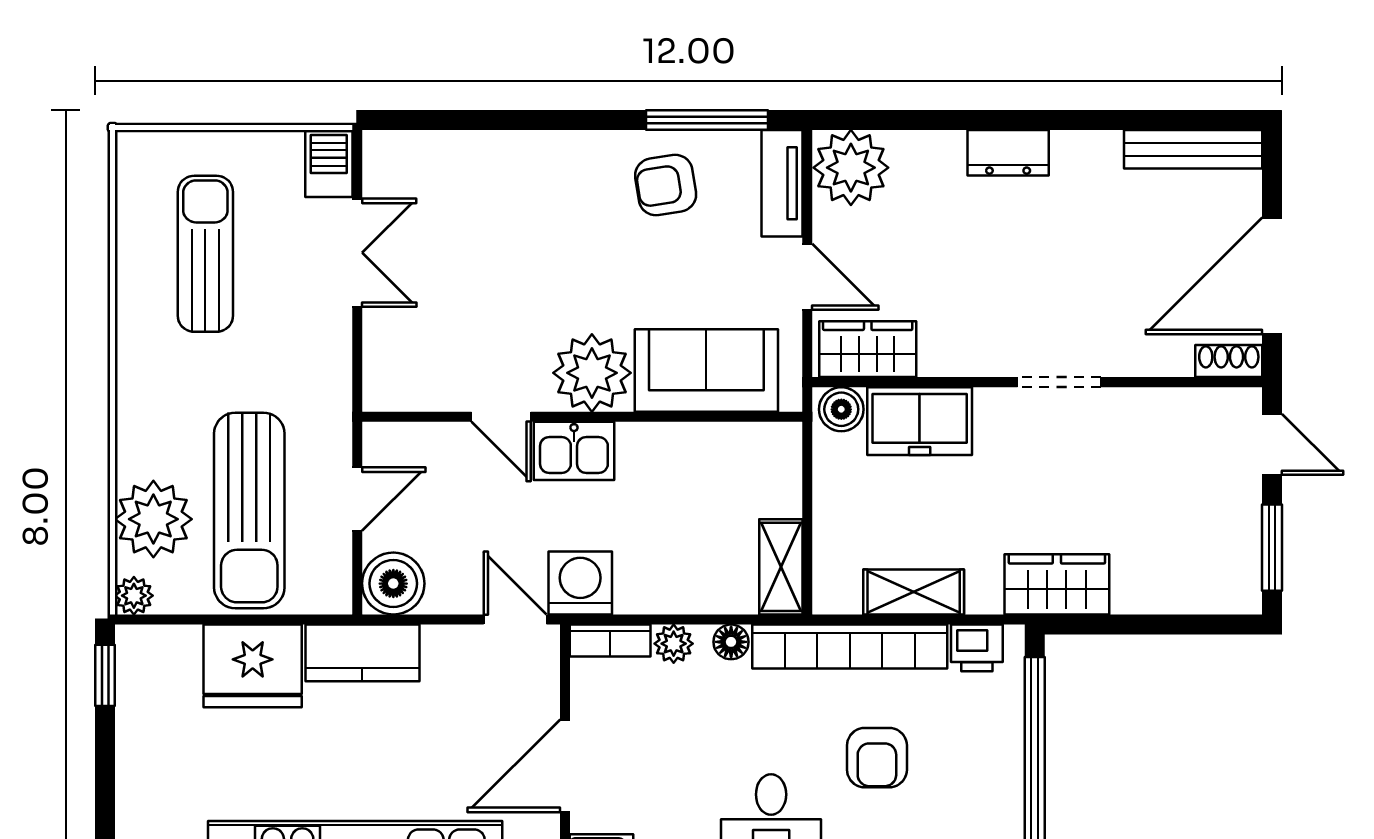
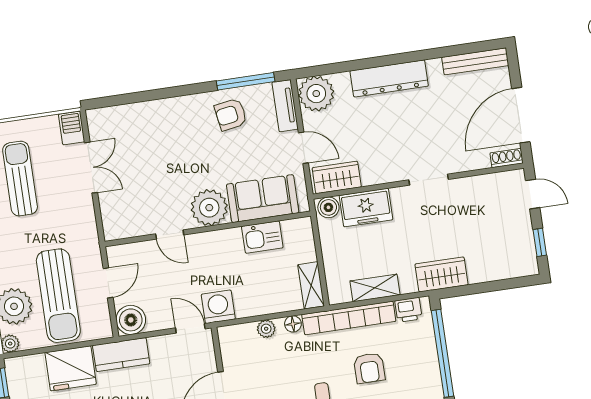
dresser: (1008, 153) -> (389, 78), width x1.96, depth x1.24
kitchen sink: (574, 451) -> (262, 237), moved
window: (1272, 548) -> (540, 242), width x0.67
bookcase: (610, 641) -> (236, 332), removed

